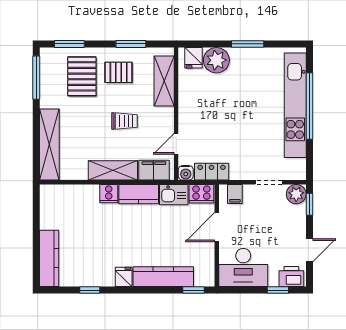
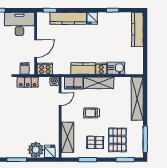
locker: (212, 172) -> (28, 82), moved
kitchen sink: (174, 195) -> (116, 68), moved

